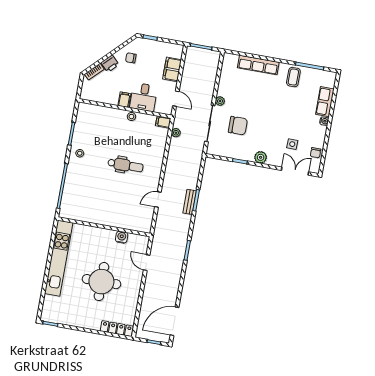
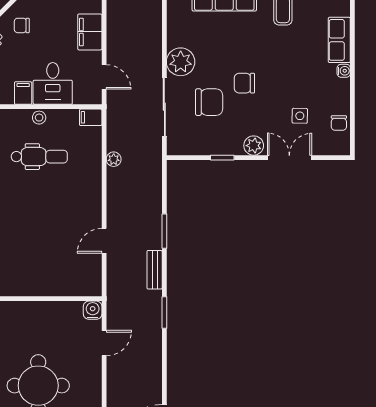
plant: (220, 101) -> (181, 62), width x1.88, depth x1.88
chair: (262, 118) -> (244, 83), added
plant: (176, 133) -> (114, 159), moved
dental chair: (125, 165) -> (39, 157), moved
double door: (295, 171) -> (289, 158), moved
bench: (190, 202) -> (155, 270), moved
water cooler: (122, 237) -> (93, 310), moved
door: (147, 263) -> (104, 343), swing flipped

